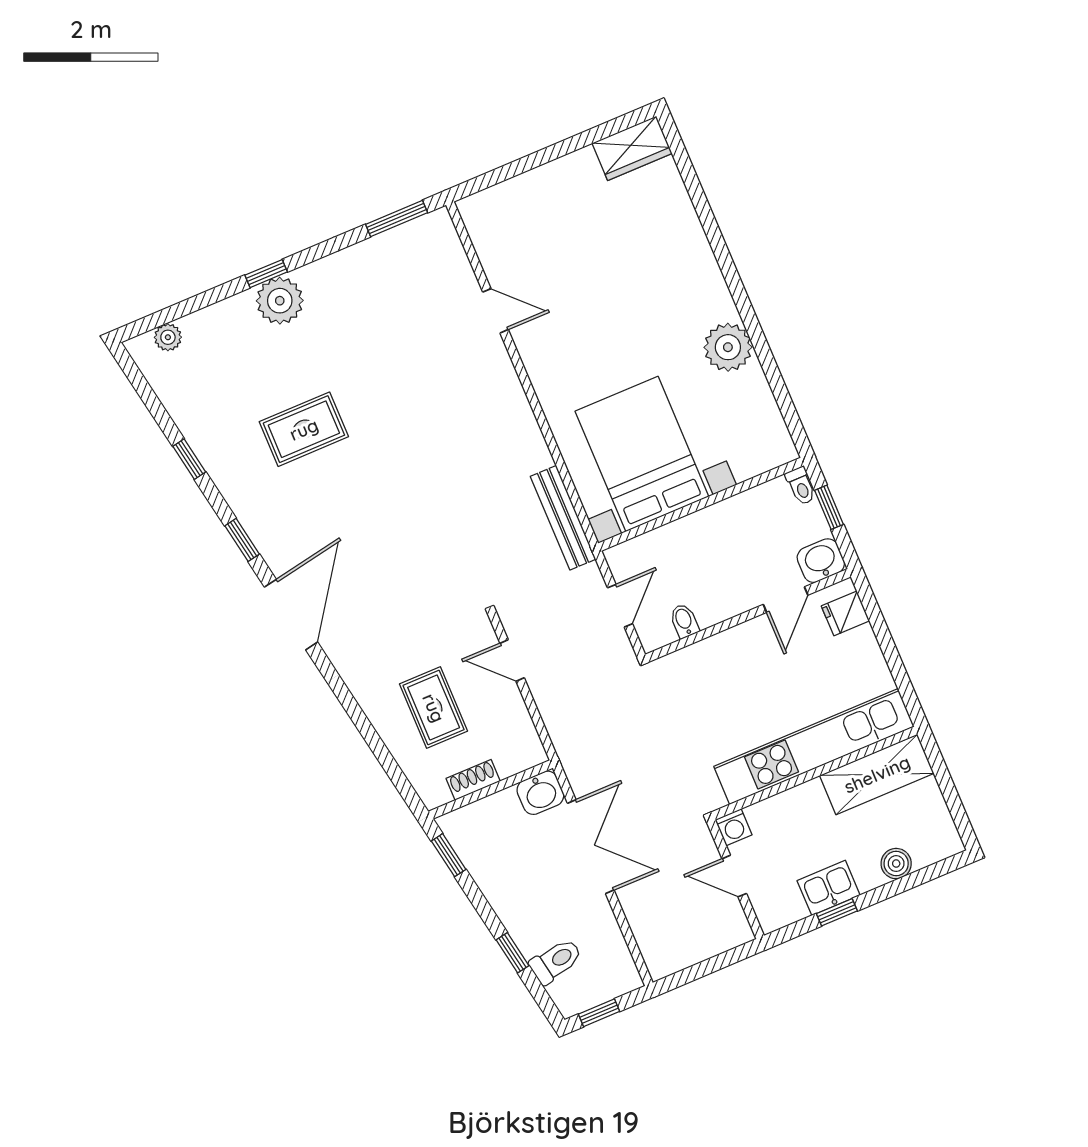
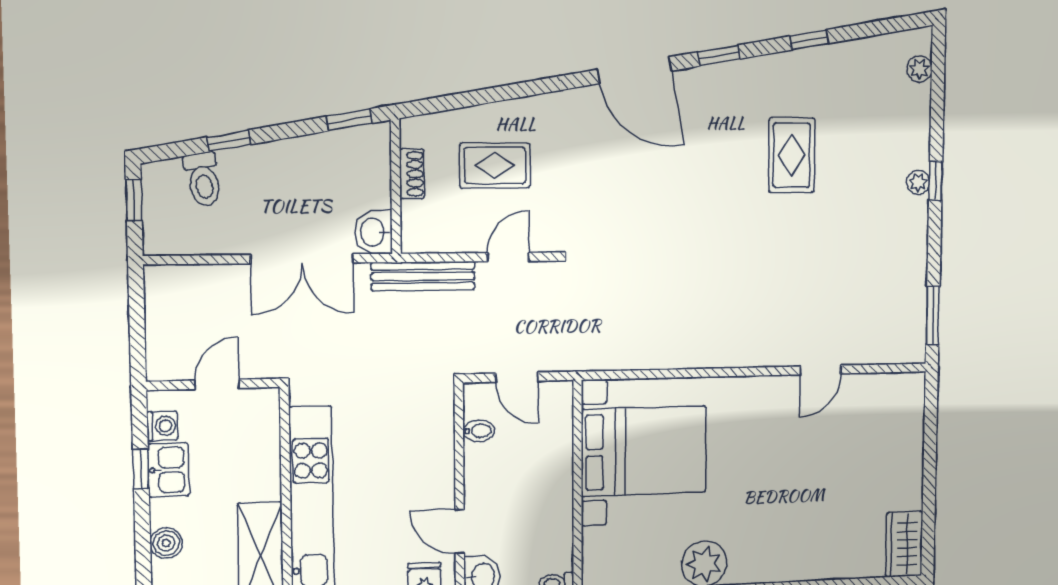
plant: (280, 301) -> (918, 183), width x0.53, depth x0.53
bench: (563, 518) -> (423, 276), moved
washing machine: (734, 827) -> (162, 426), moved, turned 180

